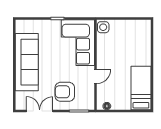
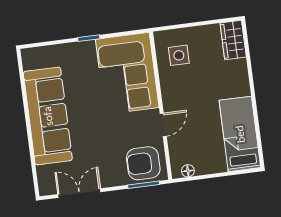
side table: (103, 27) -> (179, 55), moved
wardrobe: (144, 31) -> (233, 40), added
armchair: (65, 92) -> (143, 163), moved

